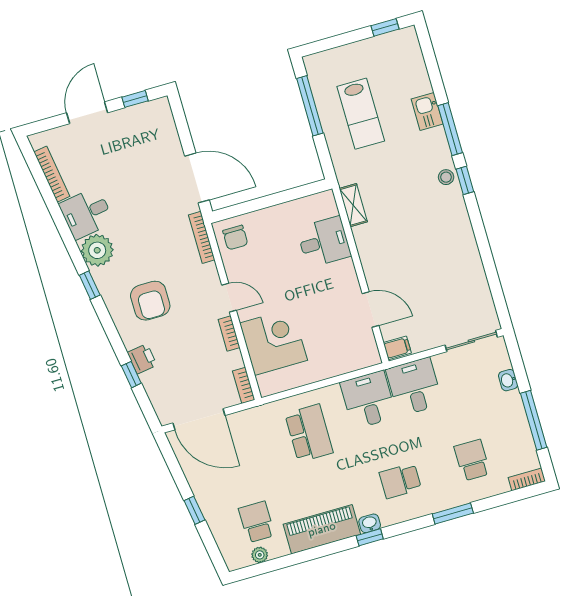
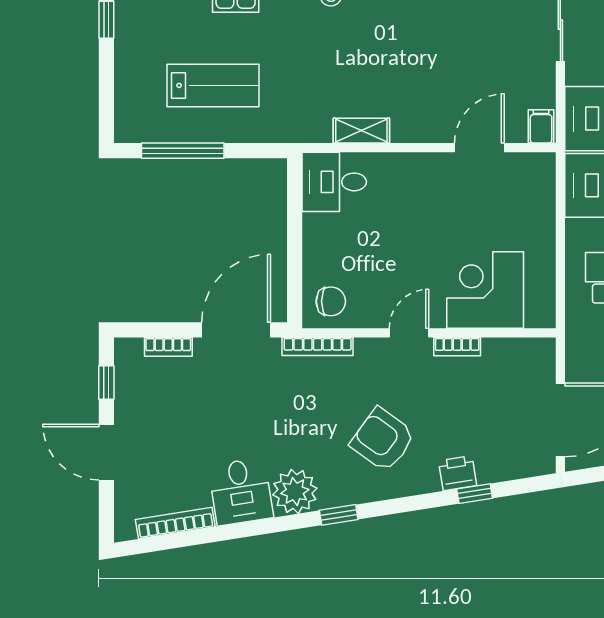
shelving: (353, 205) -> (361, 131), moved
desk: (324, 242) -> (334, 182), moved, turned -90
armchair: (150, 301) -> (383, 440), turned -144
bookcase: (244, 385) -> (168, 347), moved

